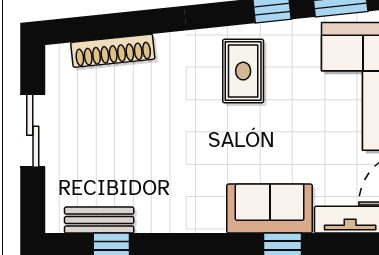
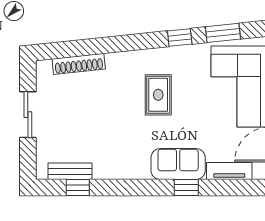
rug: (243, 71) -> (158, 95), moved

